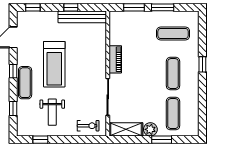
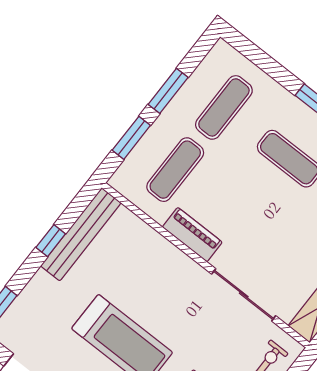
exercise mat: (135, 34) -> (175, 170), added

